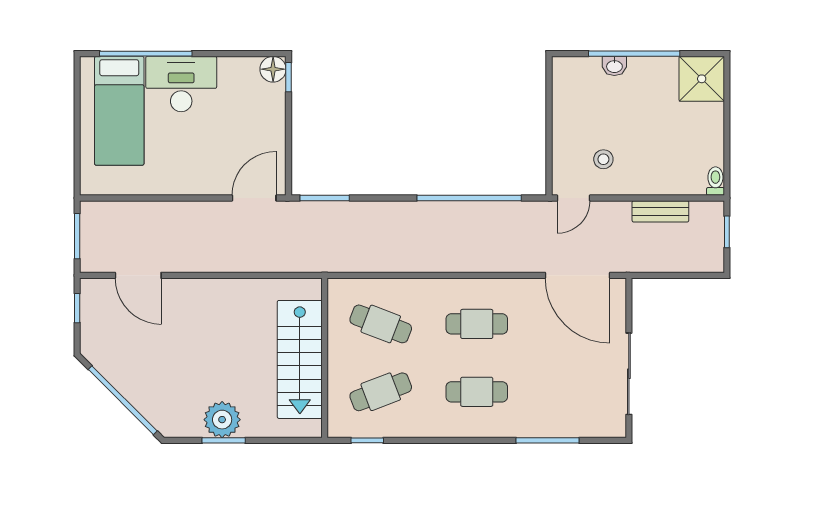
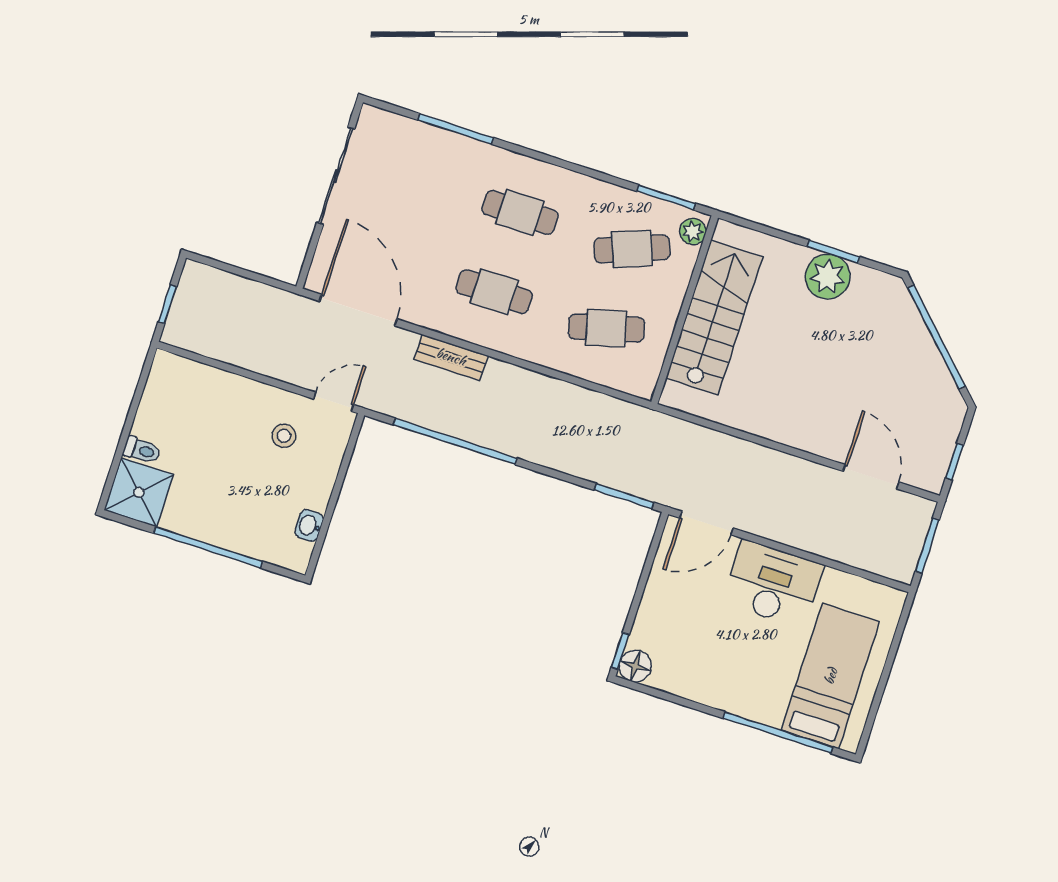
washbasin: (614, 66) -> (309, 526), moved, turned -90
desk: (181, 84) -> (773, 584), moved, turned 180
toilet: (715, 181) -> (142, 450), moved, turned -90
bench: (660, 211) -> (451, 357), moved
cafe table: (381, 324) -> (606, 328), turned -36
plant: (338, 421) -> (693, 231), added
window: (367, 440) -> (666, 197), width x1.50

